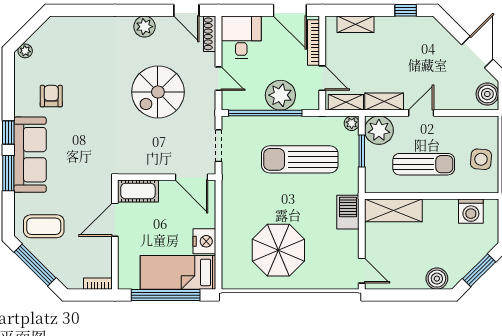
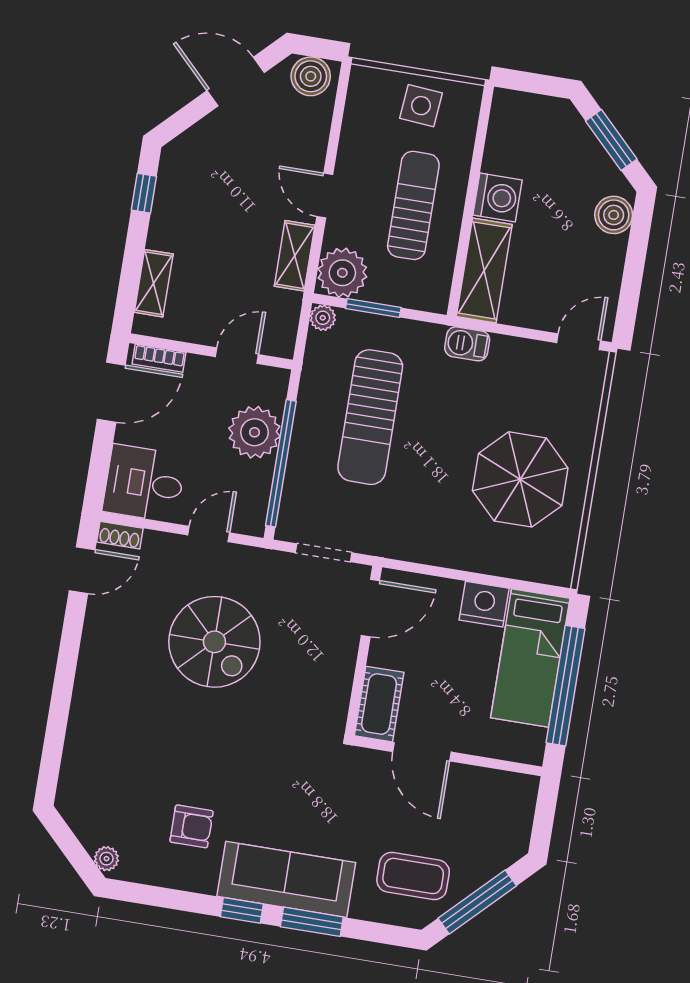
plant: (144, 27) -> (98, 647), removed
shoe rack: (210, 34) -> (120, 535), width x0.70
bookcase: (314, 43) -> (159, 358), width x0.64
armchair: (51, 96) -> (192, 826), turned 180
shelving: (346, 102) -> (285, 322), removed
washing machine: (471, 211) -> (498, 198), moved
barbecue: (348, 212) -> (467, 344), width x0.73, depth x0.79
coffee table: (44, 226) -> (413, 876), turned 90
bookcase: (98, 284) -> (527, 799), removed

